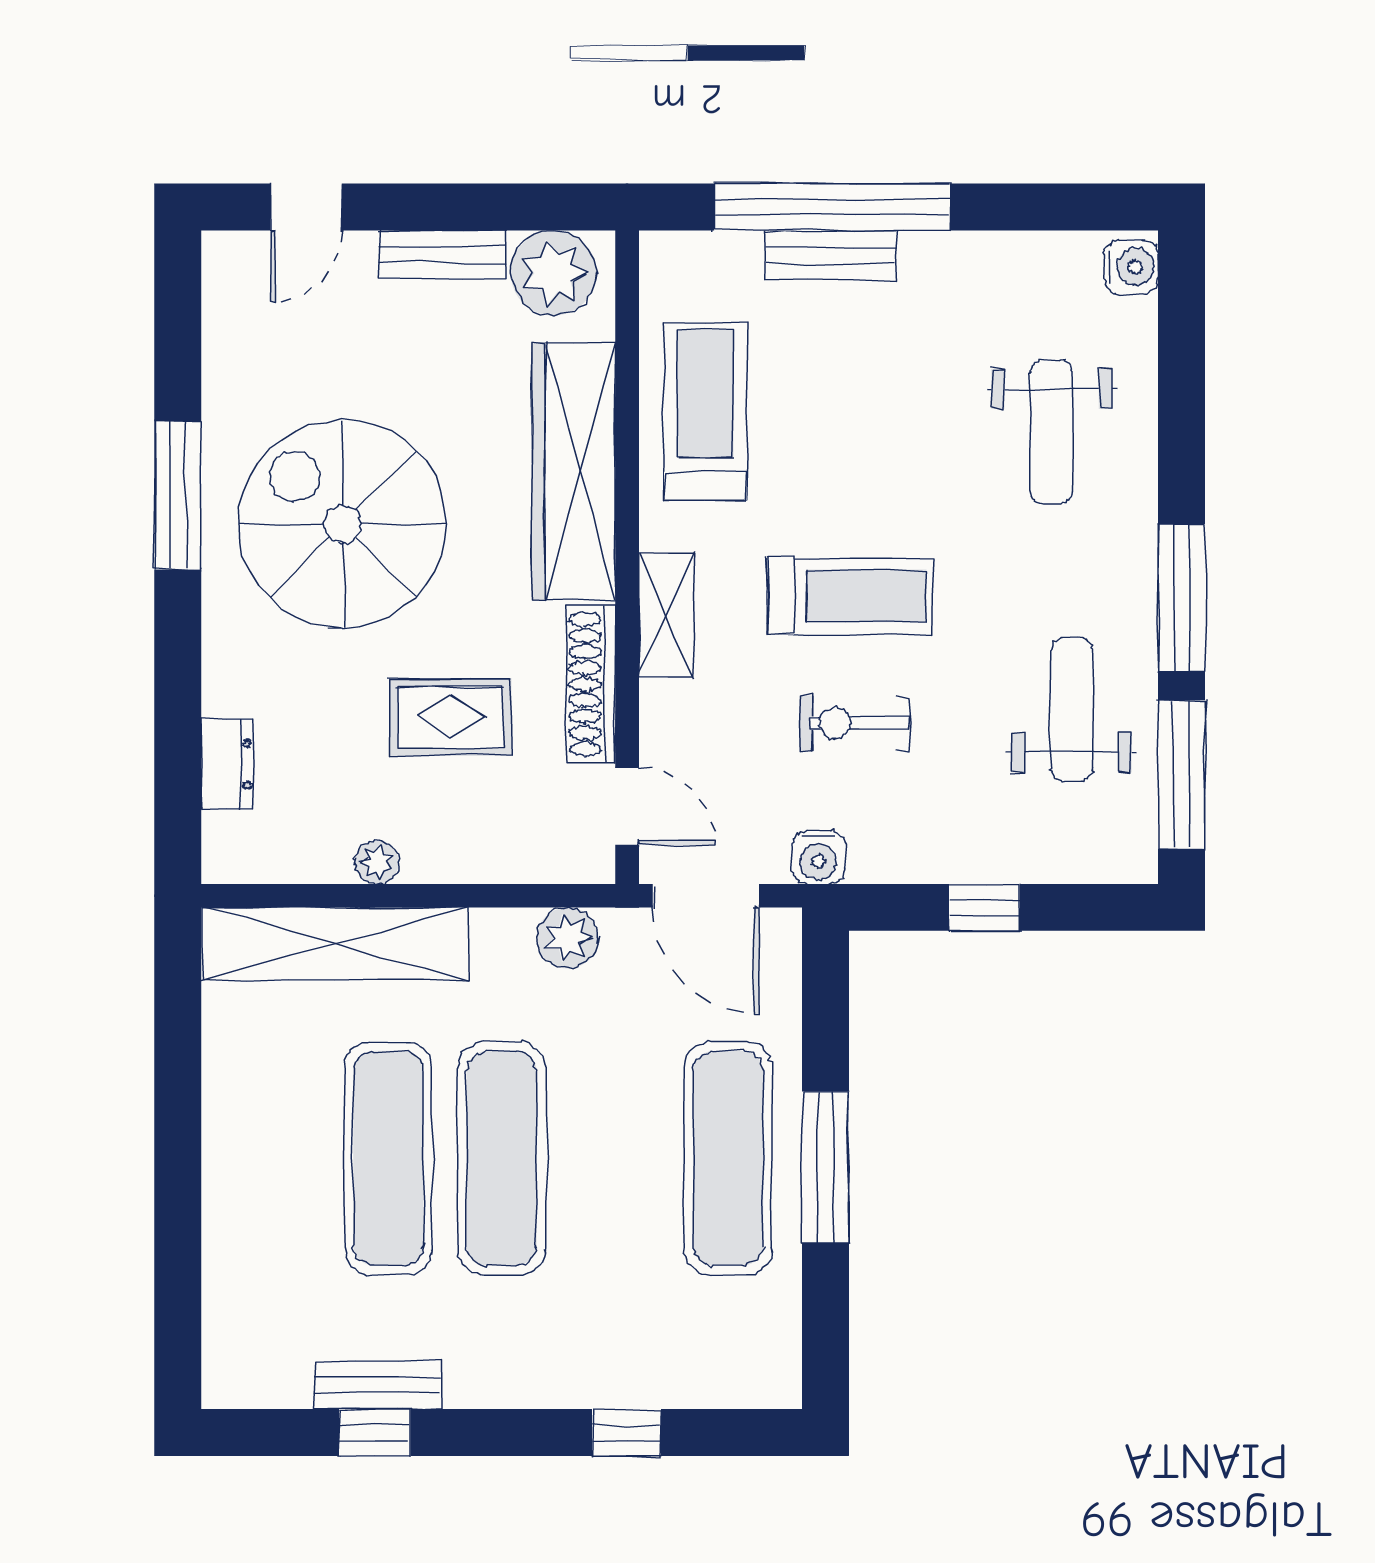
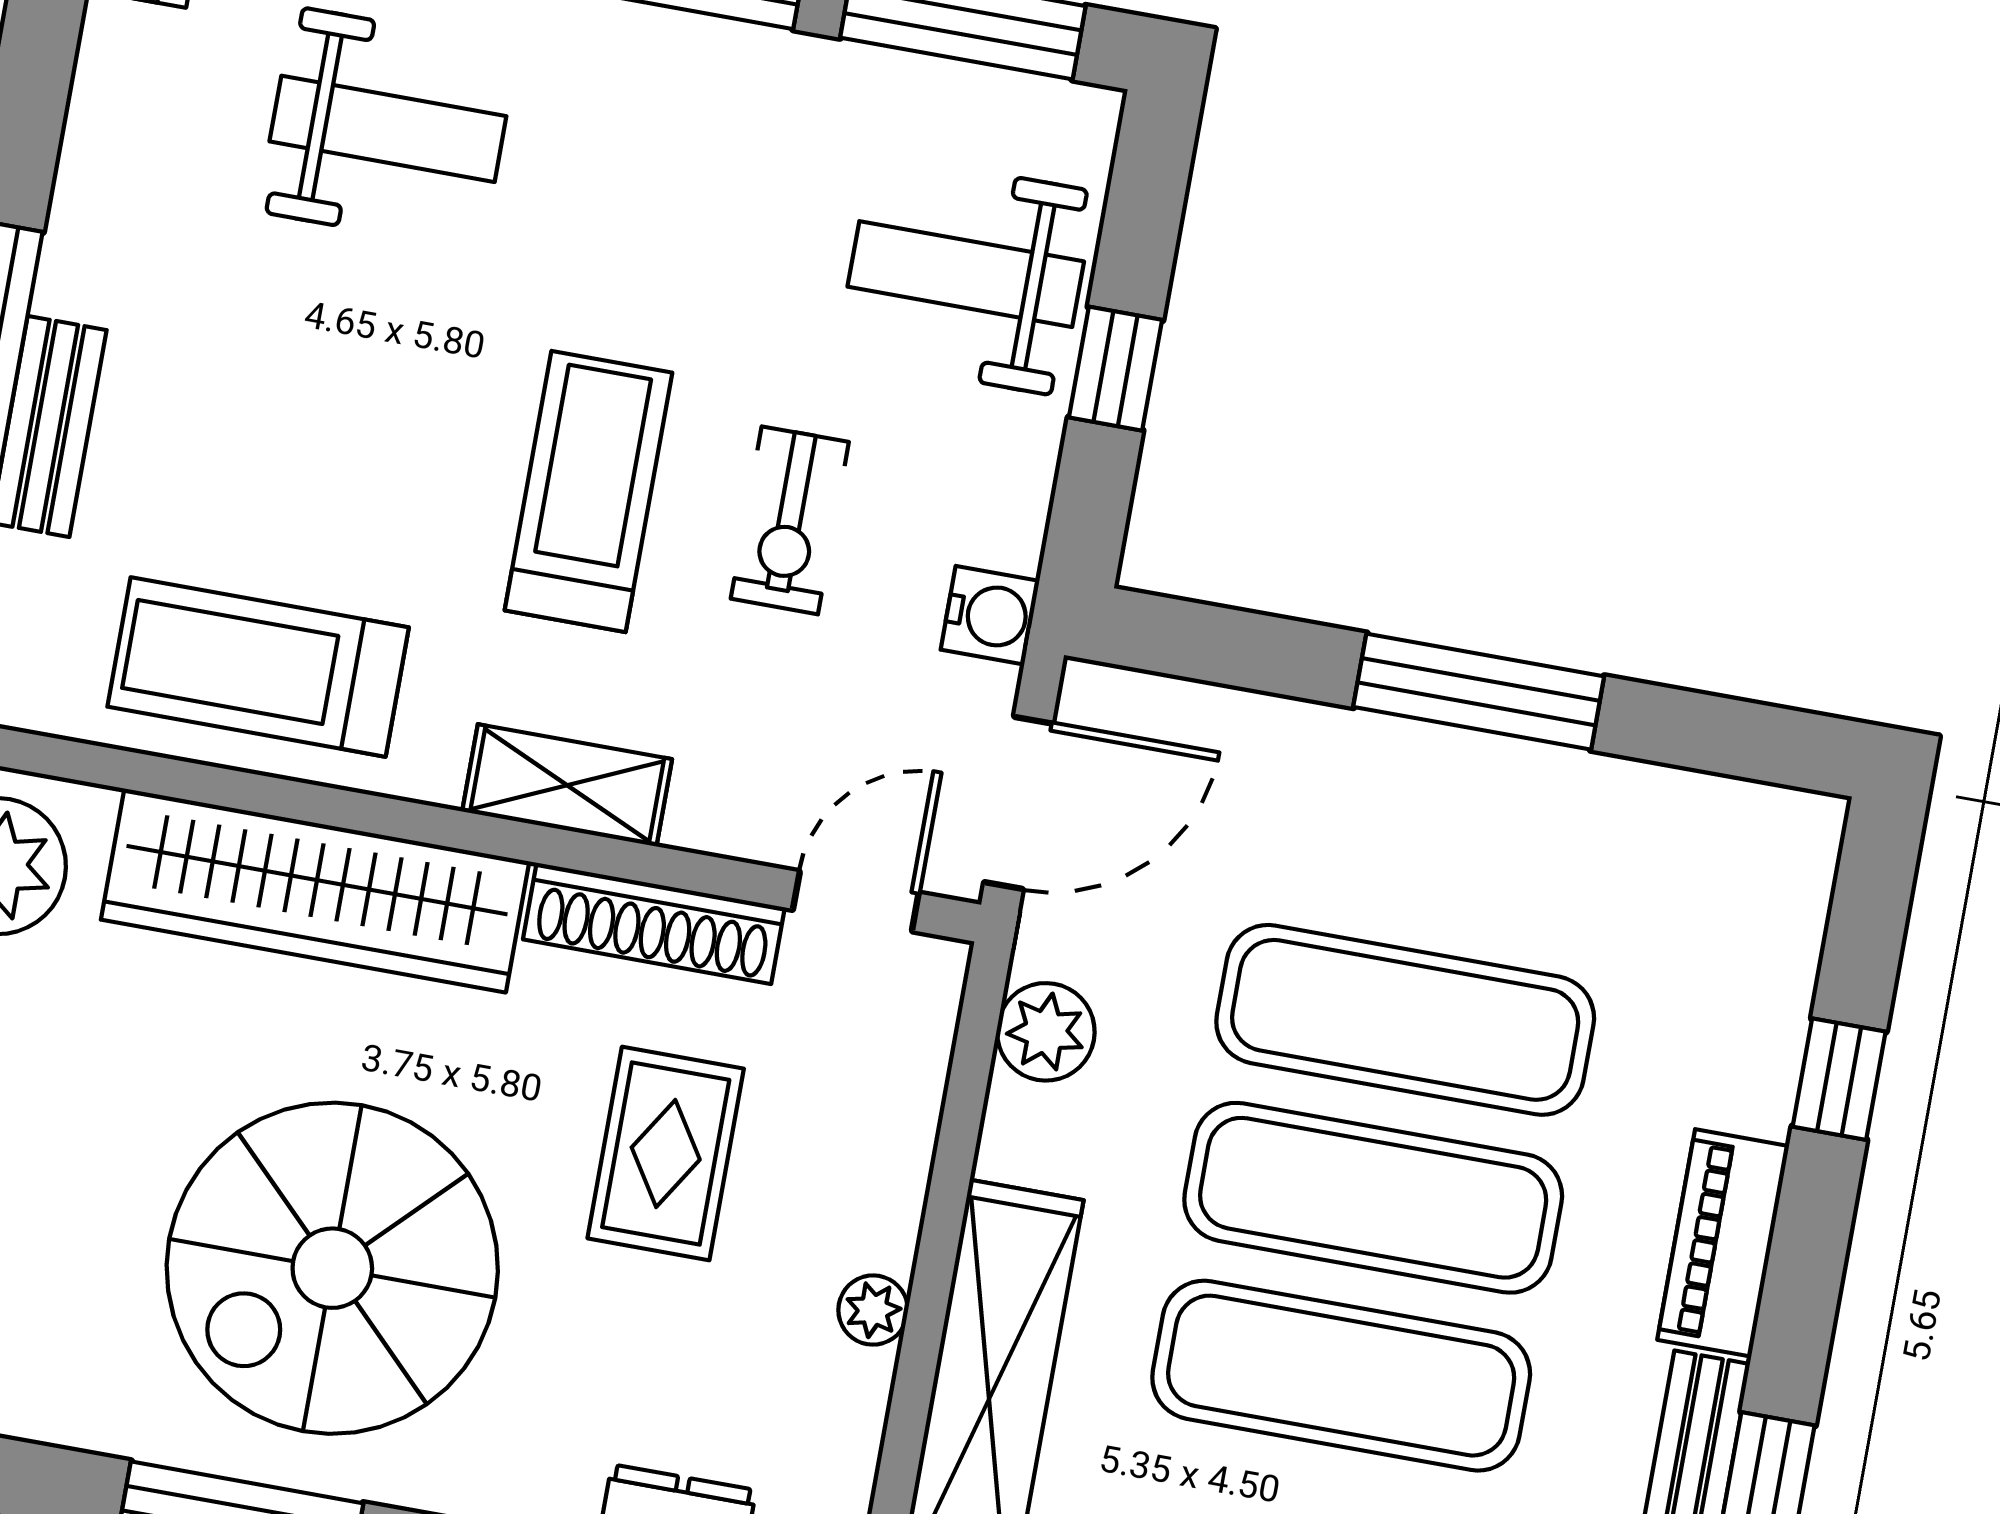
weight bench: (1072, 709) -> (966, 274), moved
exercise mat: (728, 1158) -> (1405, 1020), moved
piano: (513, 1379) -> (1723, 1243), added

